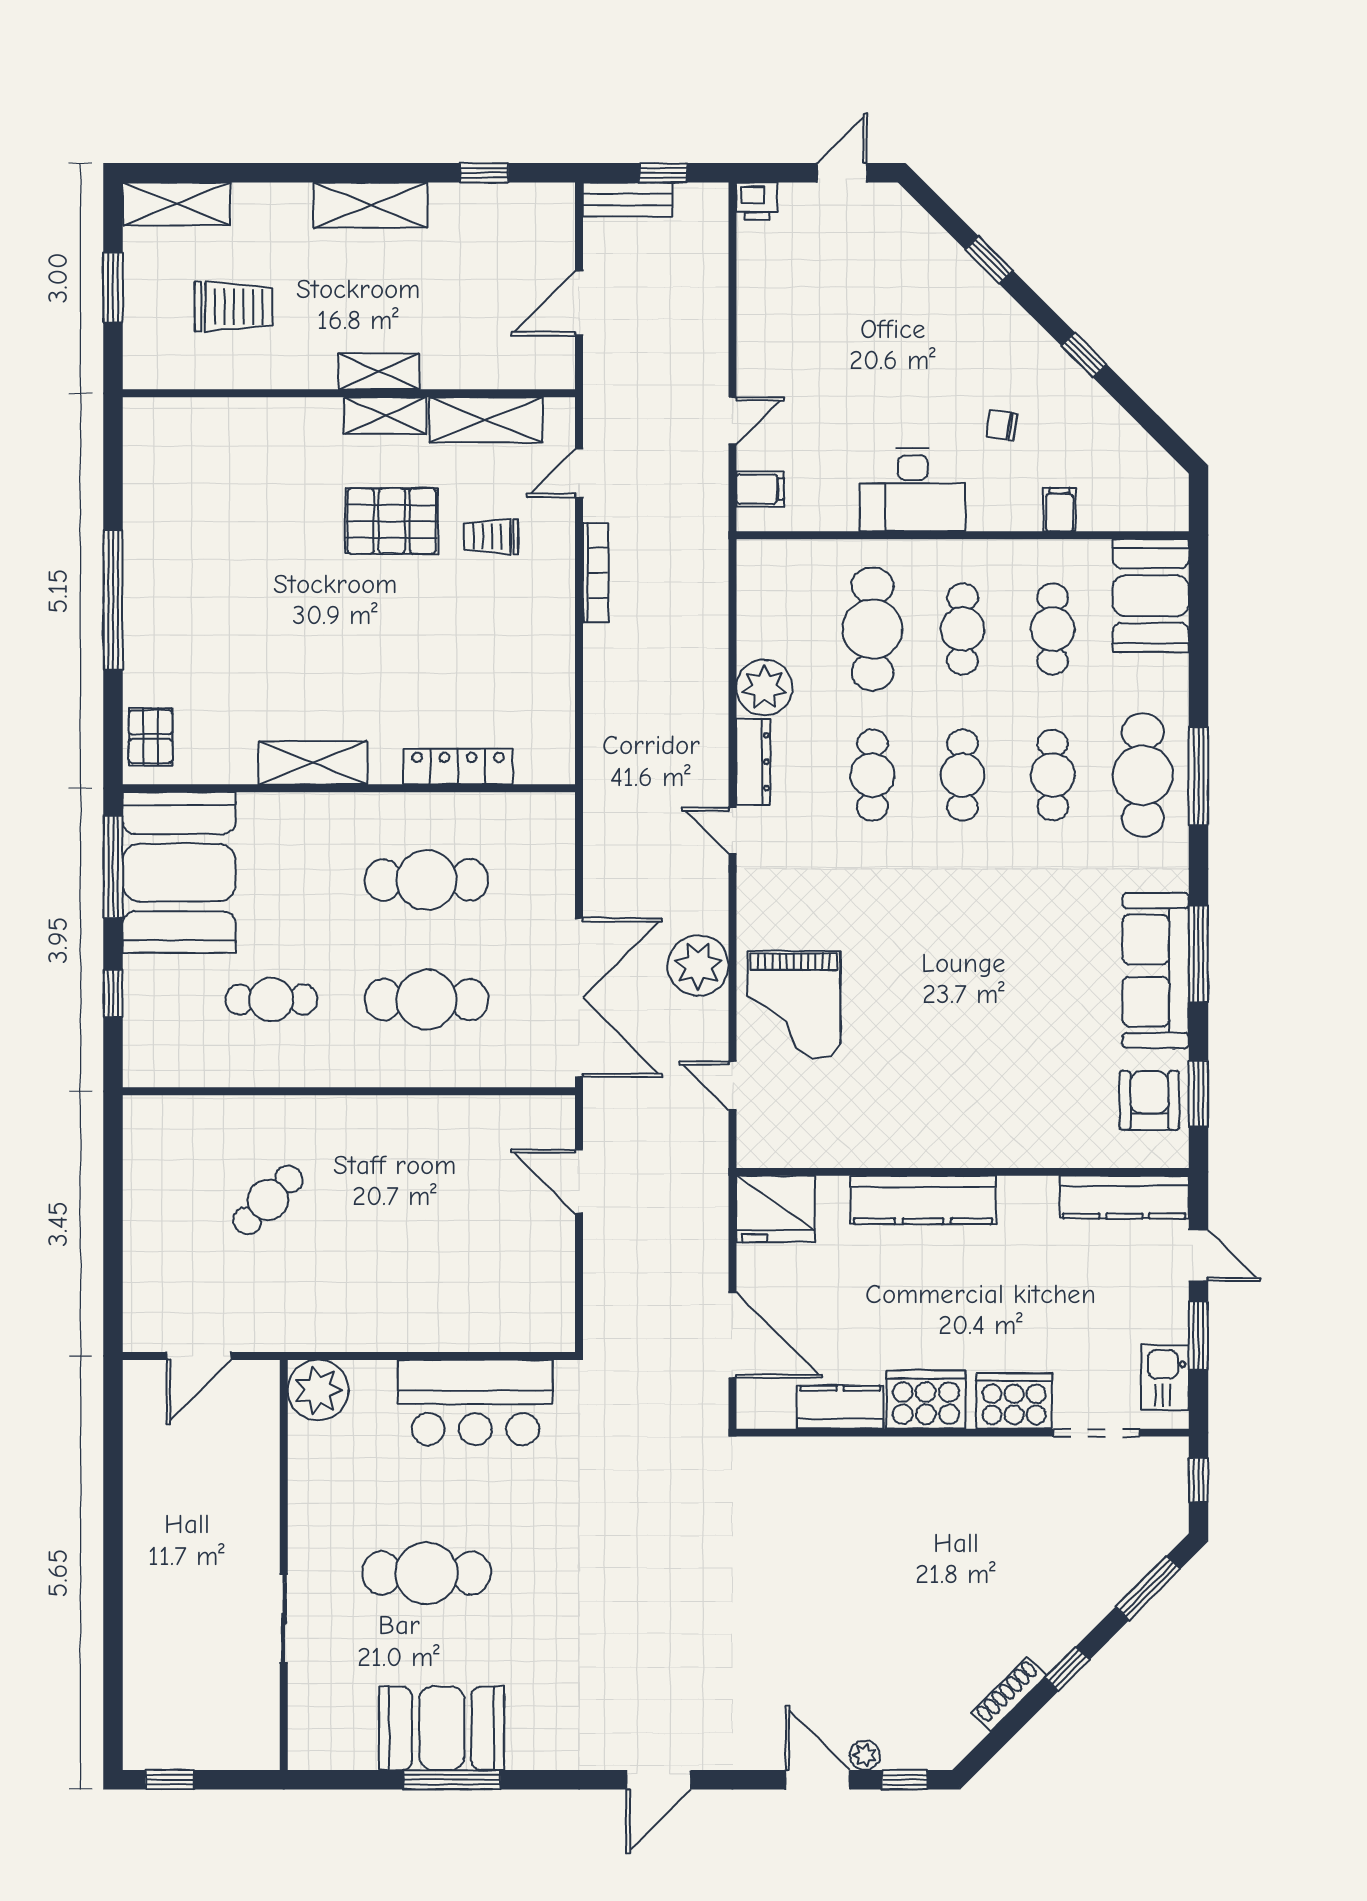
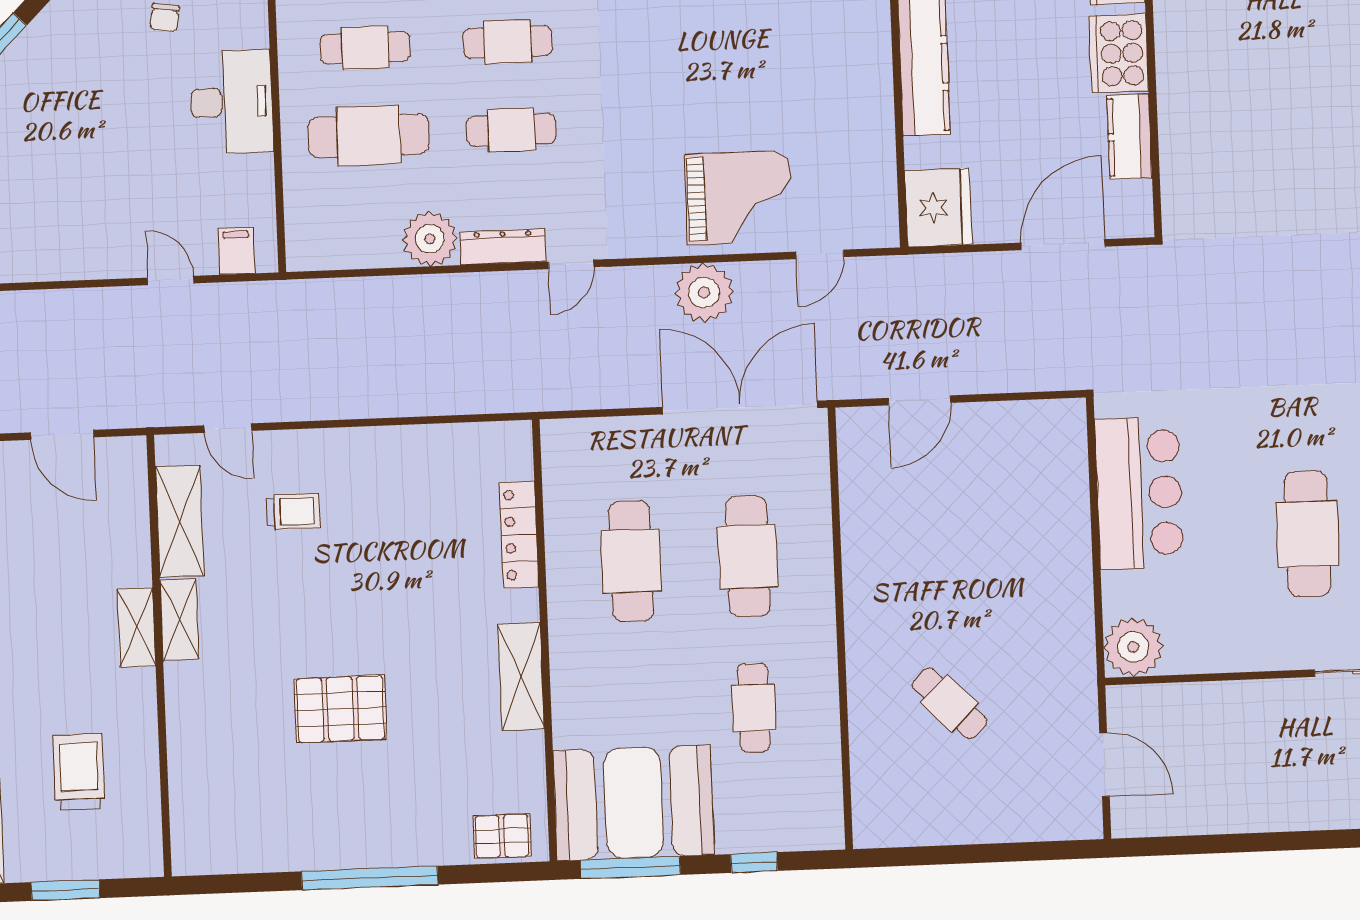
pallet: (392, 521) -> (340, 709), moved, turned 90
trolley: (491, 537) -> (293, 512), turned -90
bookcase: (596, 573) -> (325, 408), removed

